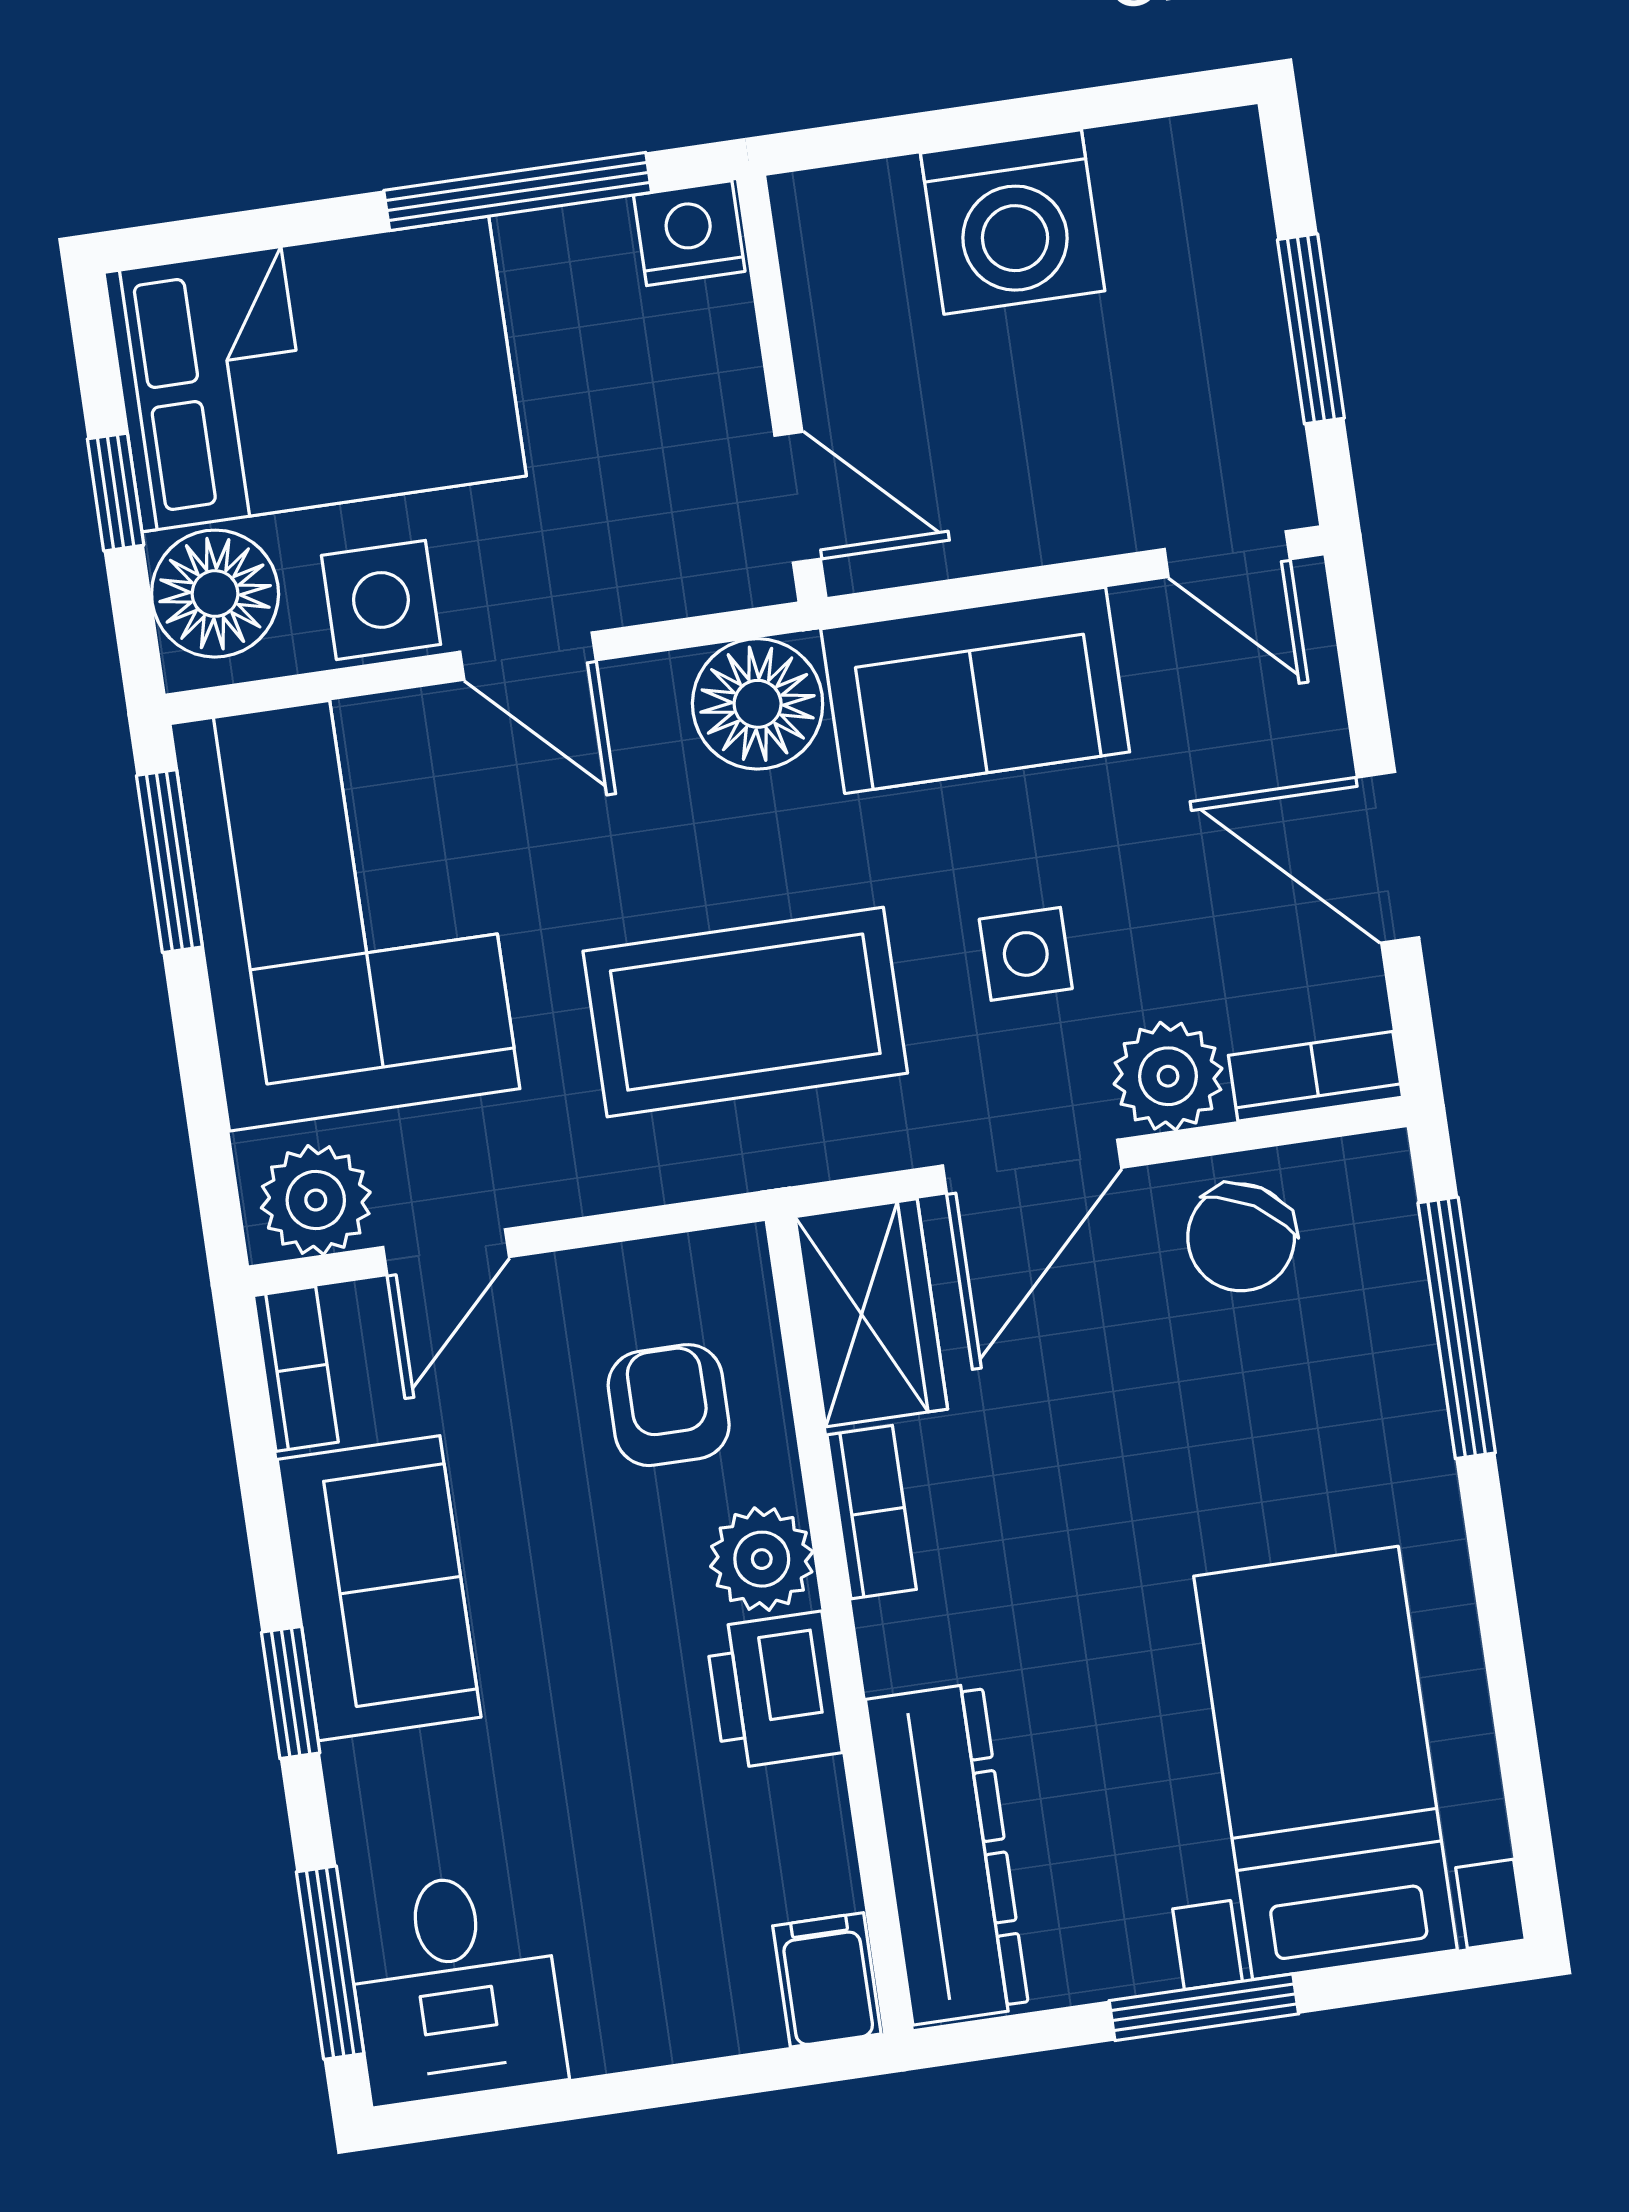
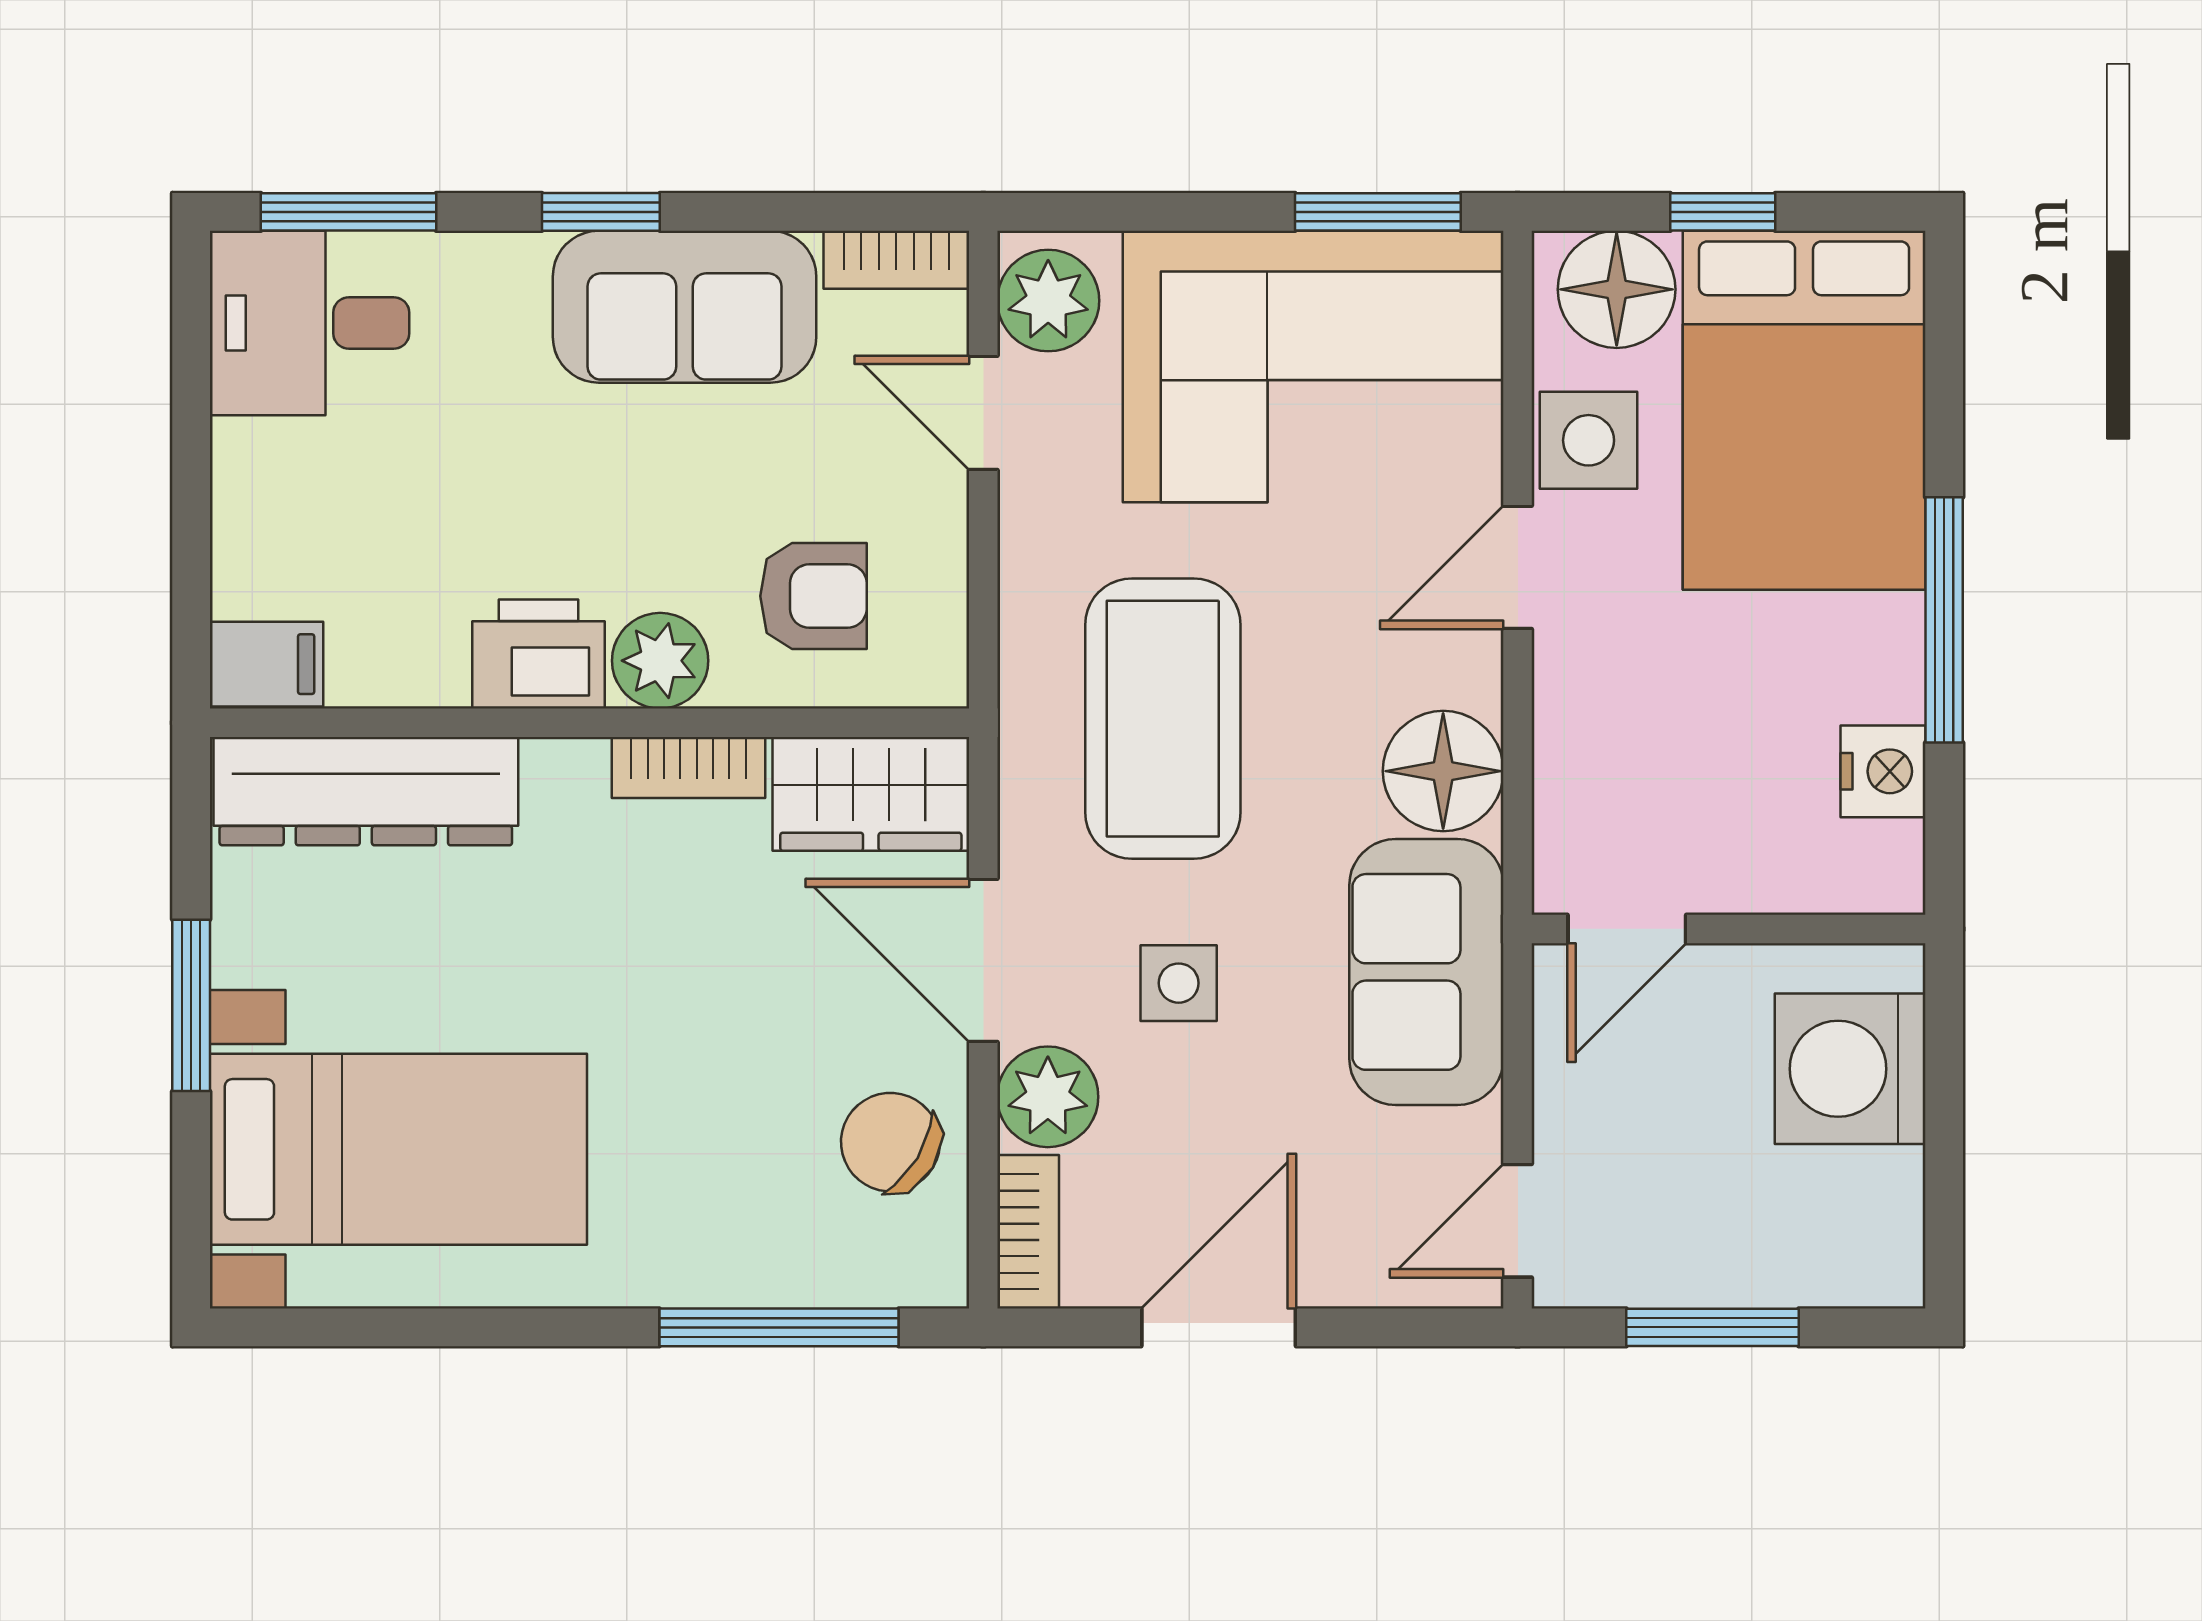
wall: (782, 389) -> (1728, 929), moved
door: (798, 497) -> (1627, 929), moved

